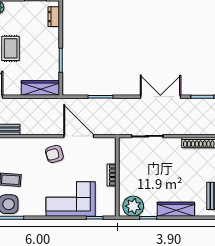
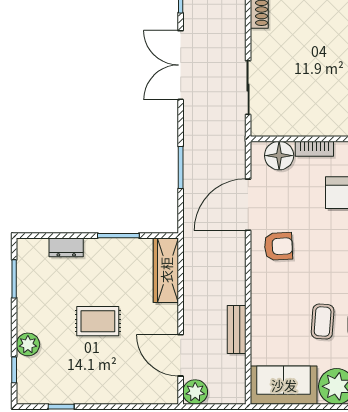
dresser: (54, 17) -> (66, 247), moved
armchair: (54, 154) -> (278, 246), turned -77
floor lamp: (108, 154) -> (279, 156), added

